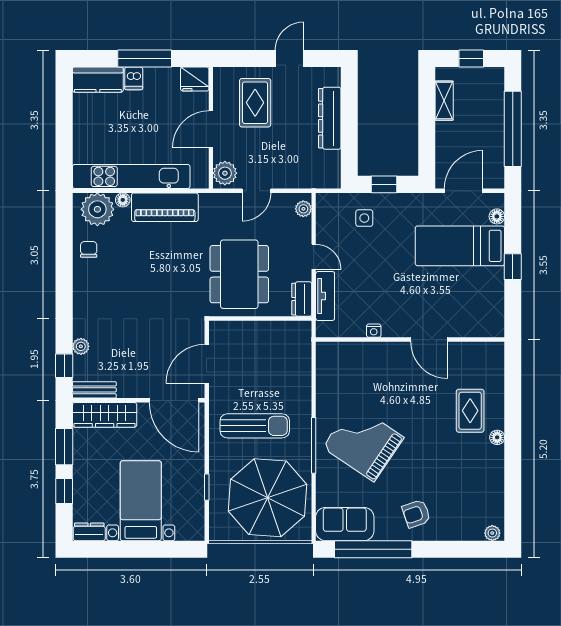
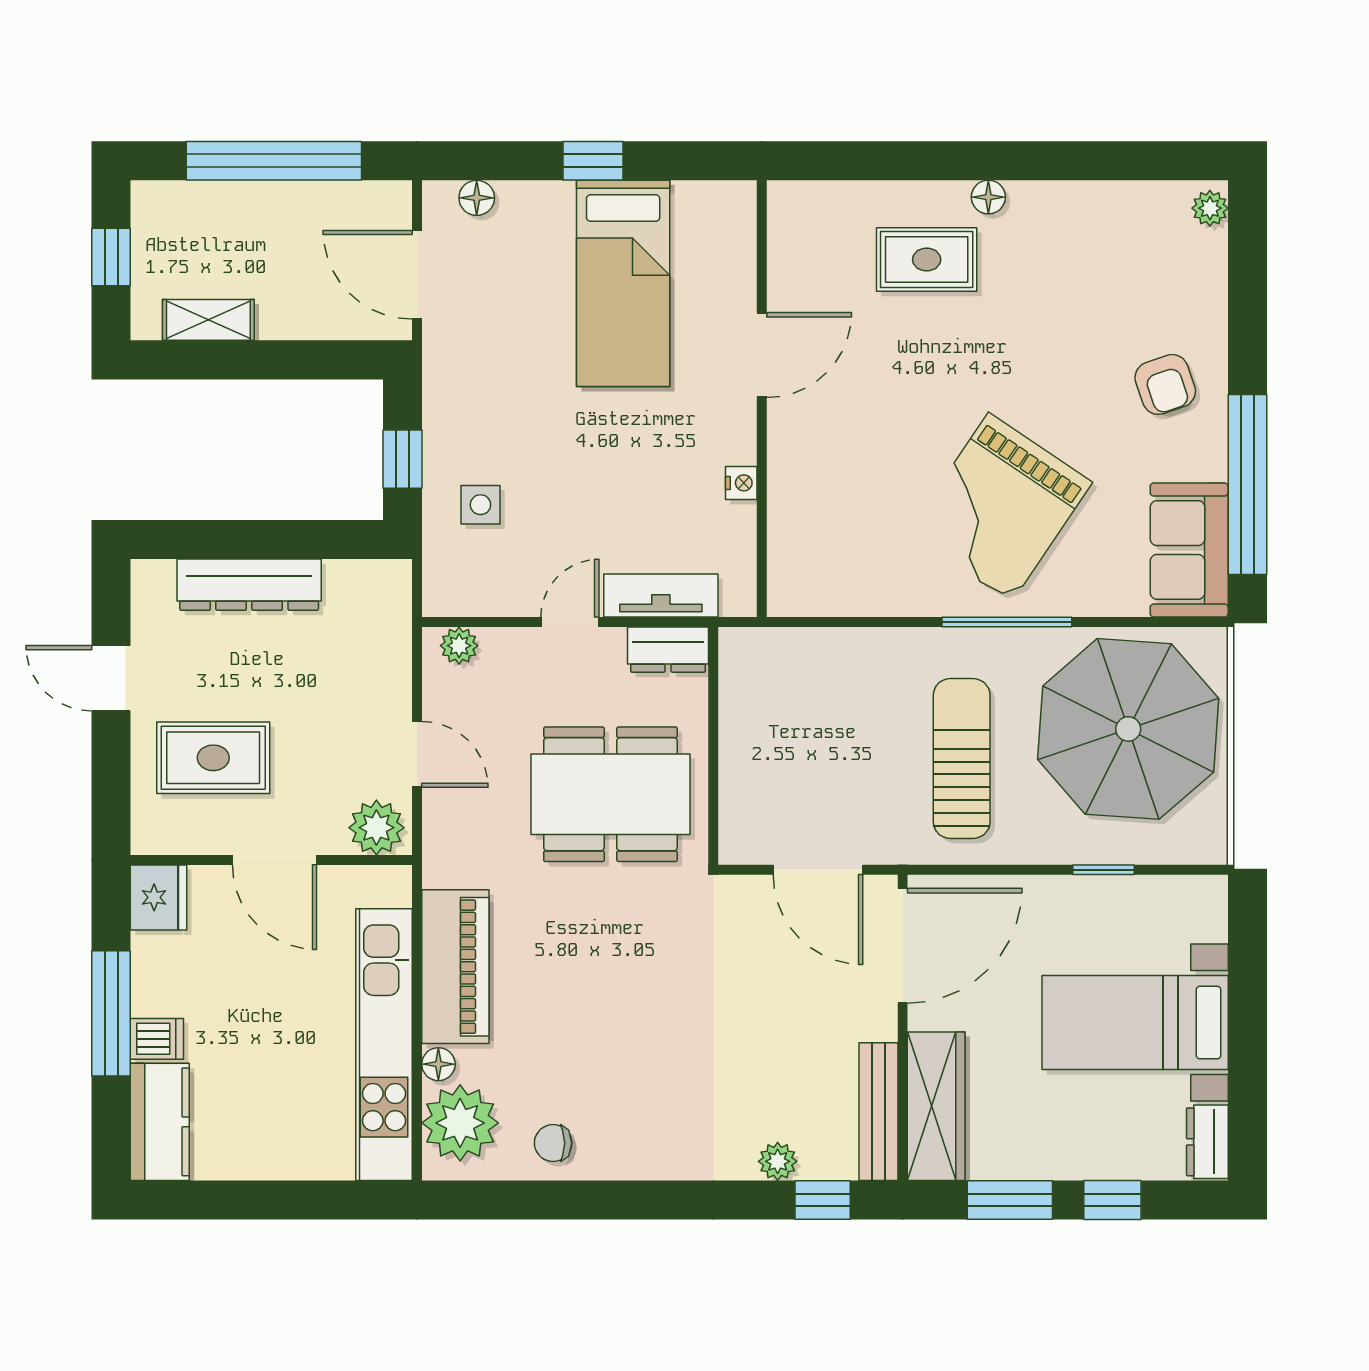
bed: (460, 246) -> (623, 283), moved
bench: (94, 390) -> (878, 1112), width x1.36

